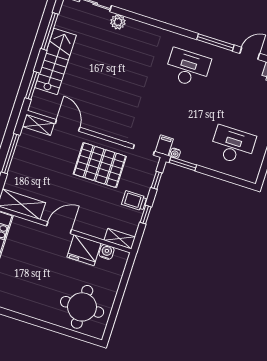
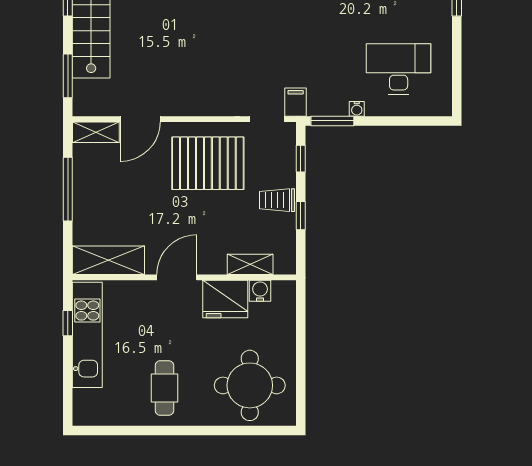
door: (68, 125) -> (140, 119), swing flipped
water cooler: (175, 153) -> (357, 109), moved
shelving: (120, 239) -> (250, 264), moved
cafe table: (30, 292) -> (164, 388), added

